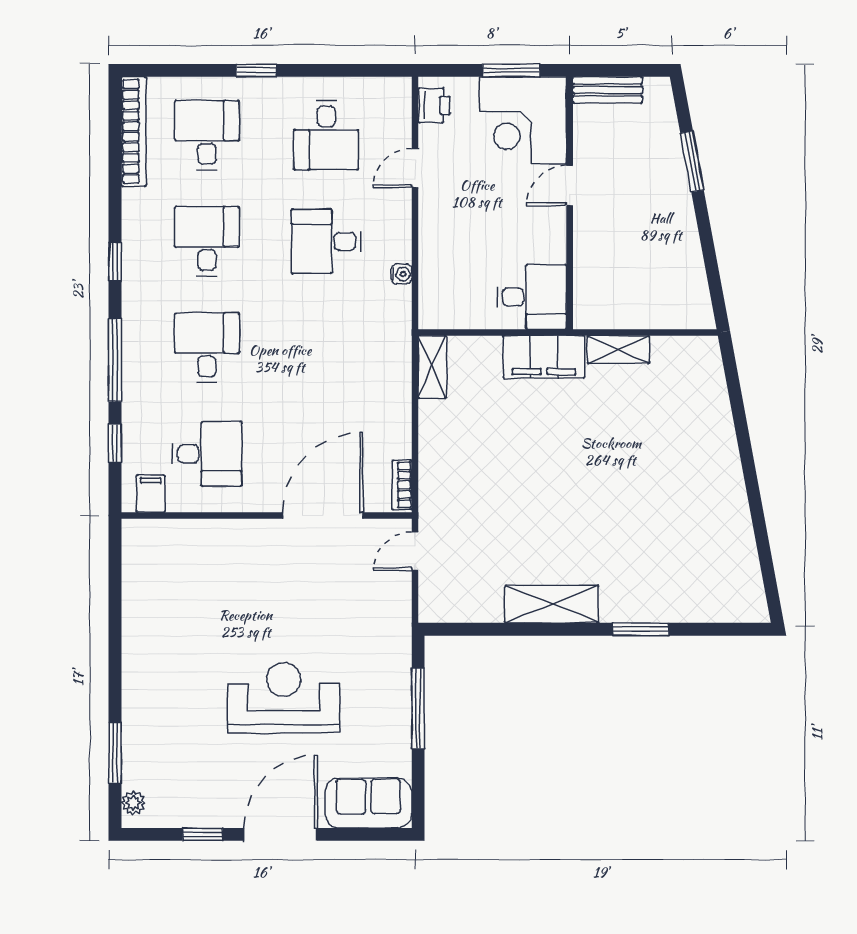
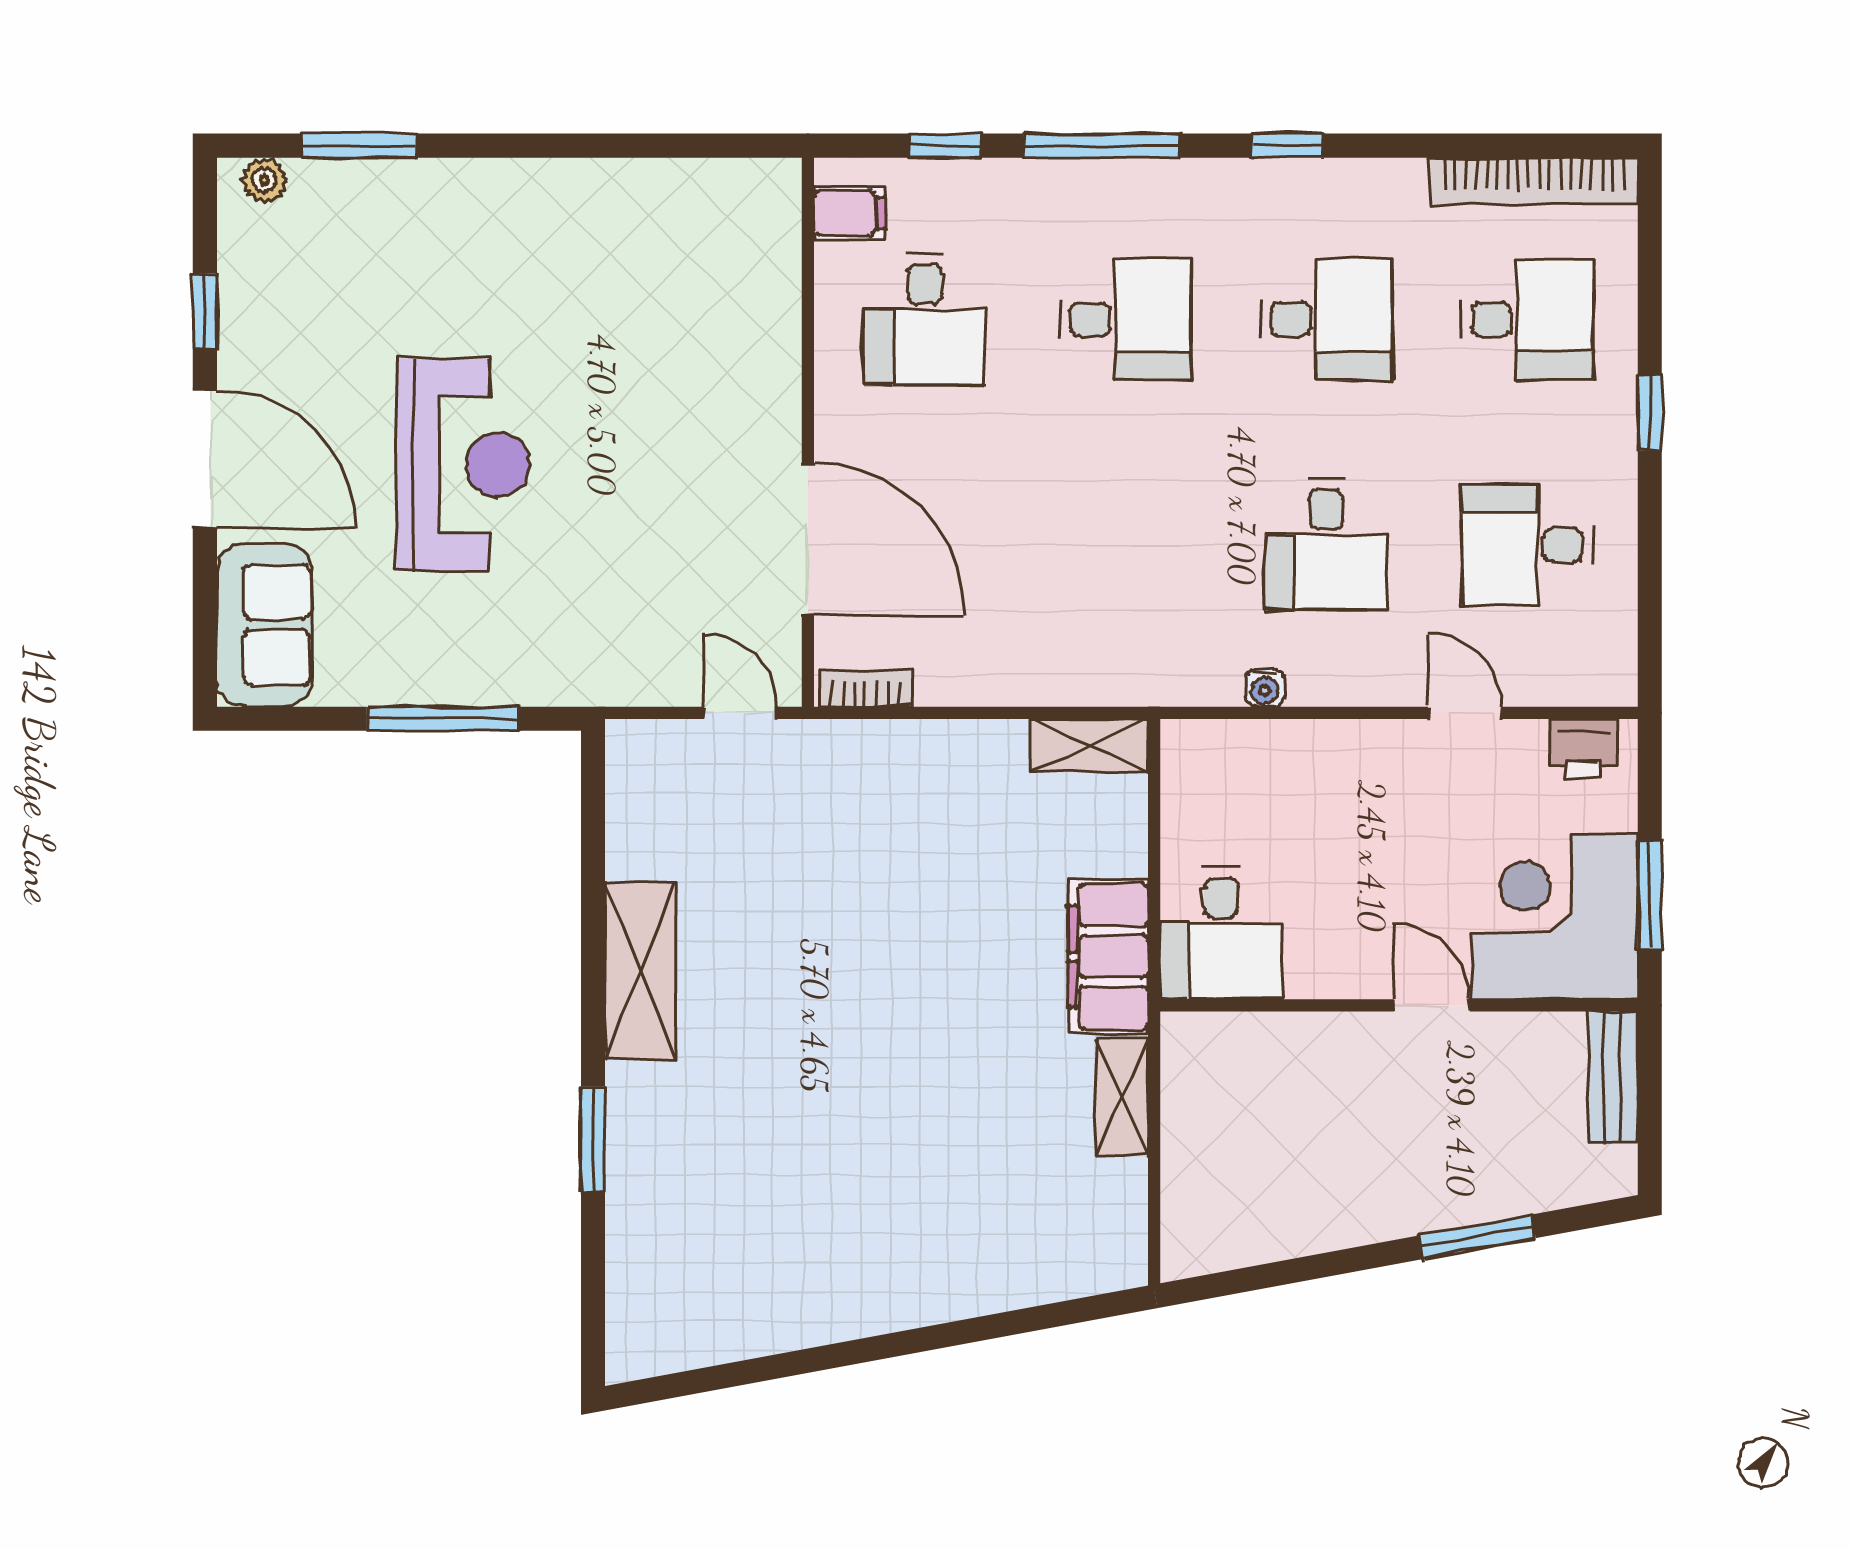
desk: (326, 241) -> (1326, 545), turned 180

